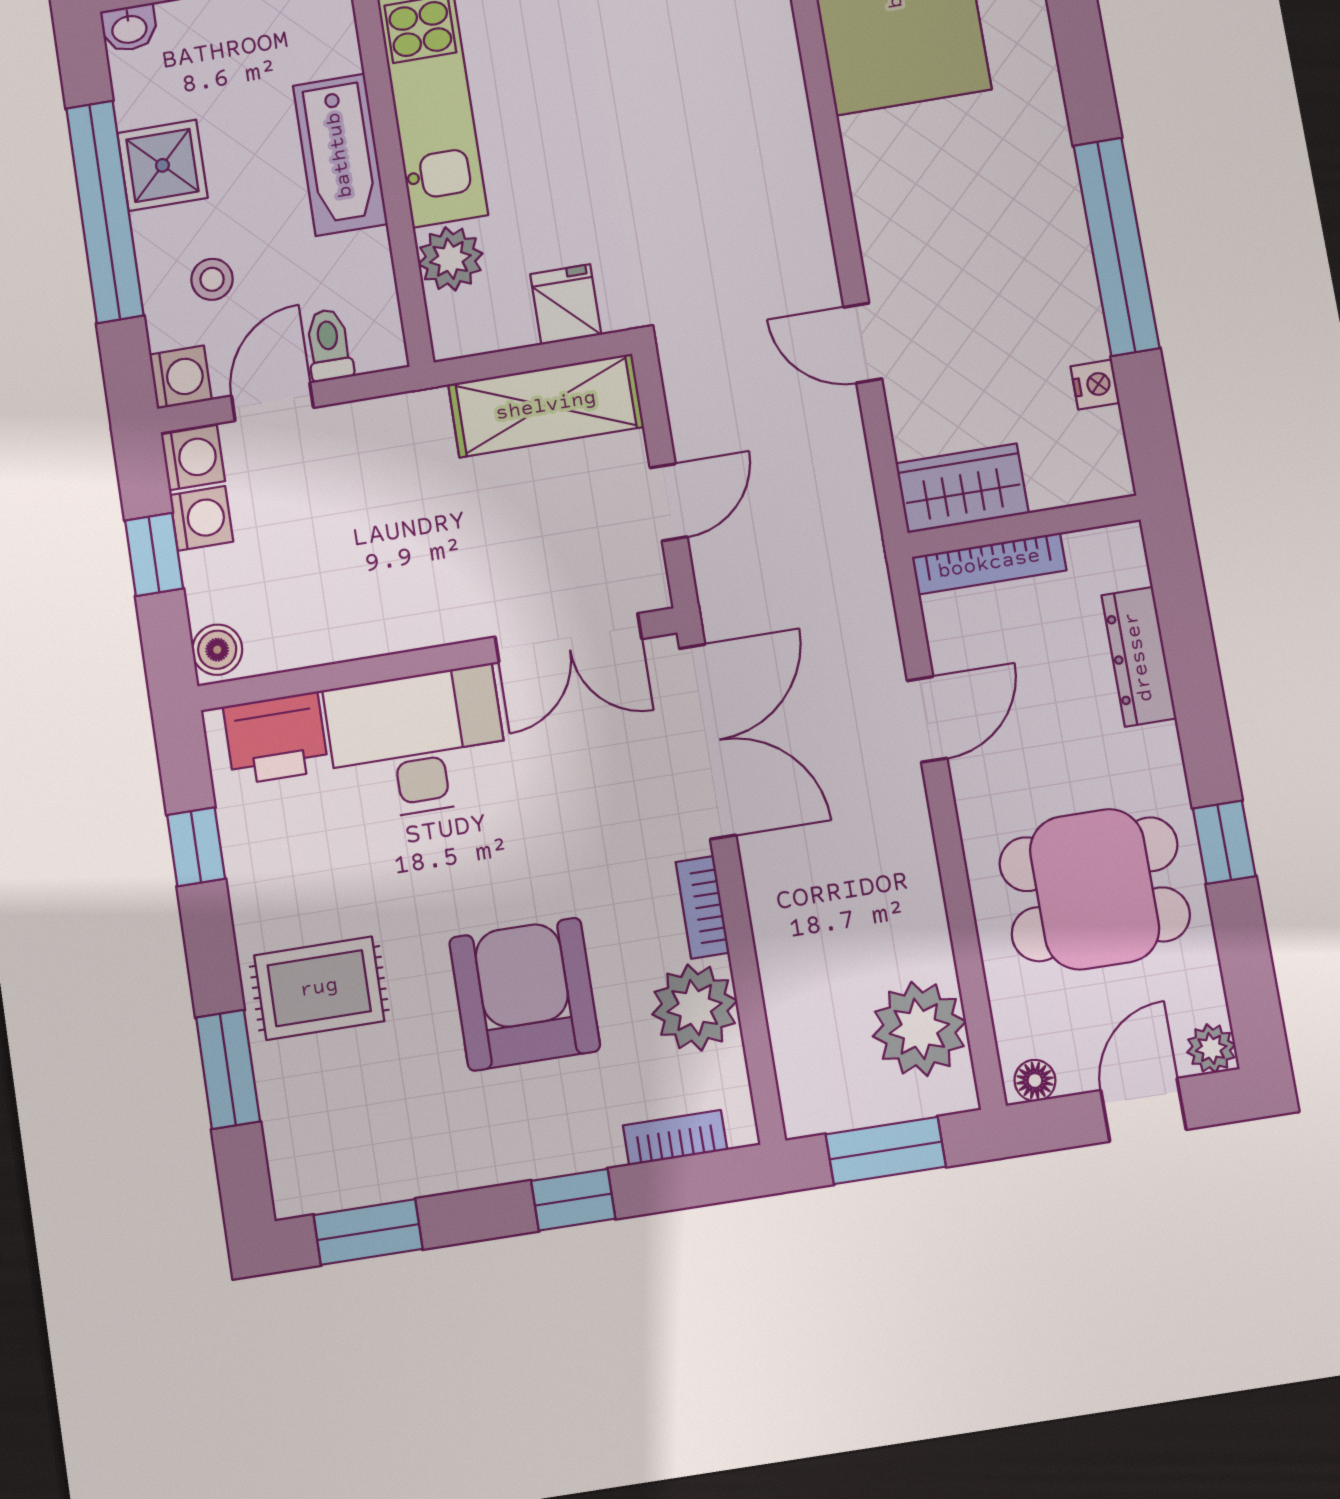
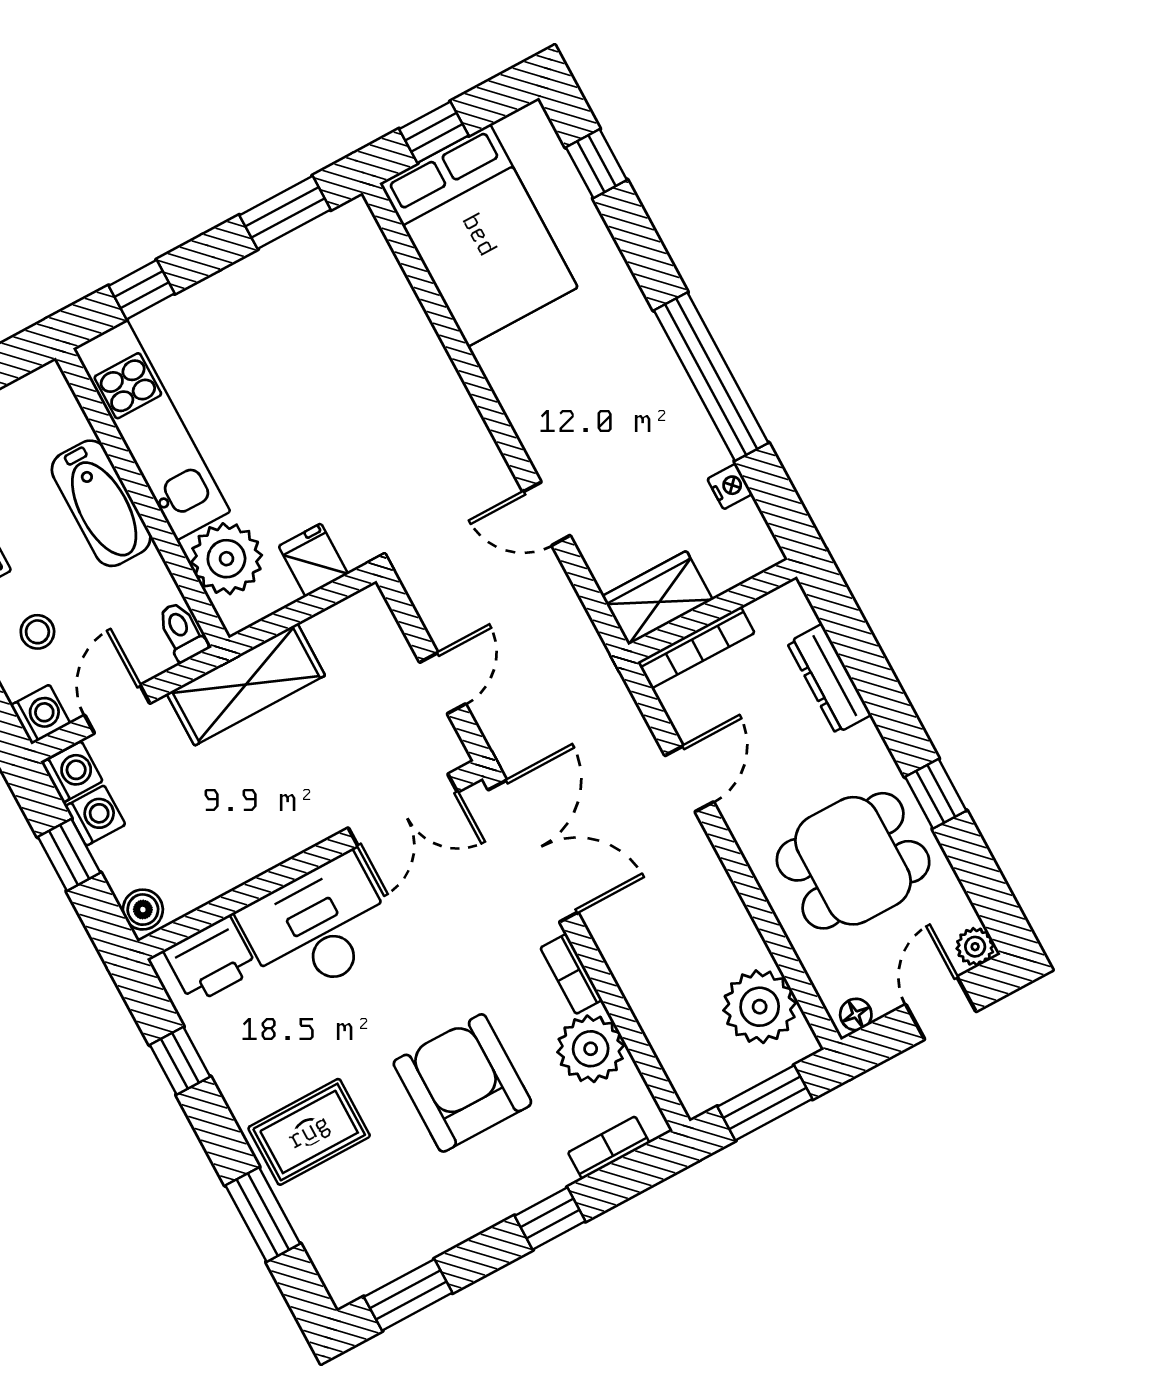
plant: (450, 259) -> (226, 559), width x1.36, depth x1.36
toilet: (329, 345) -> (182, 632), moved
shelving: (546, 406) -> (246, 684), moved

